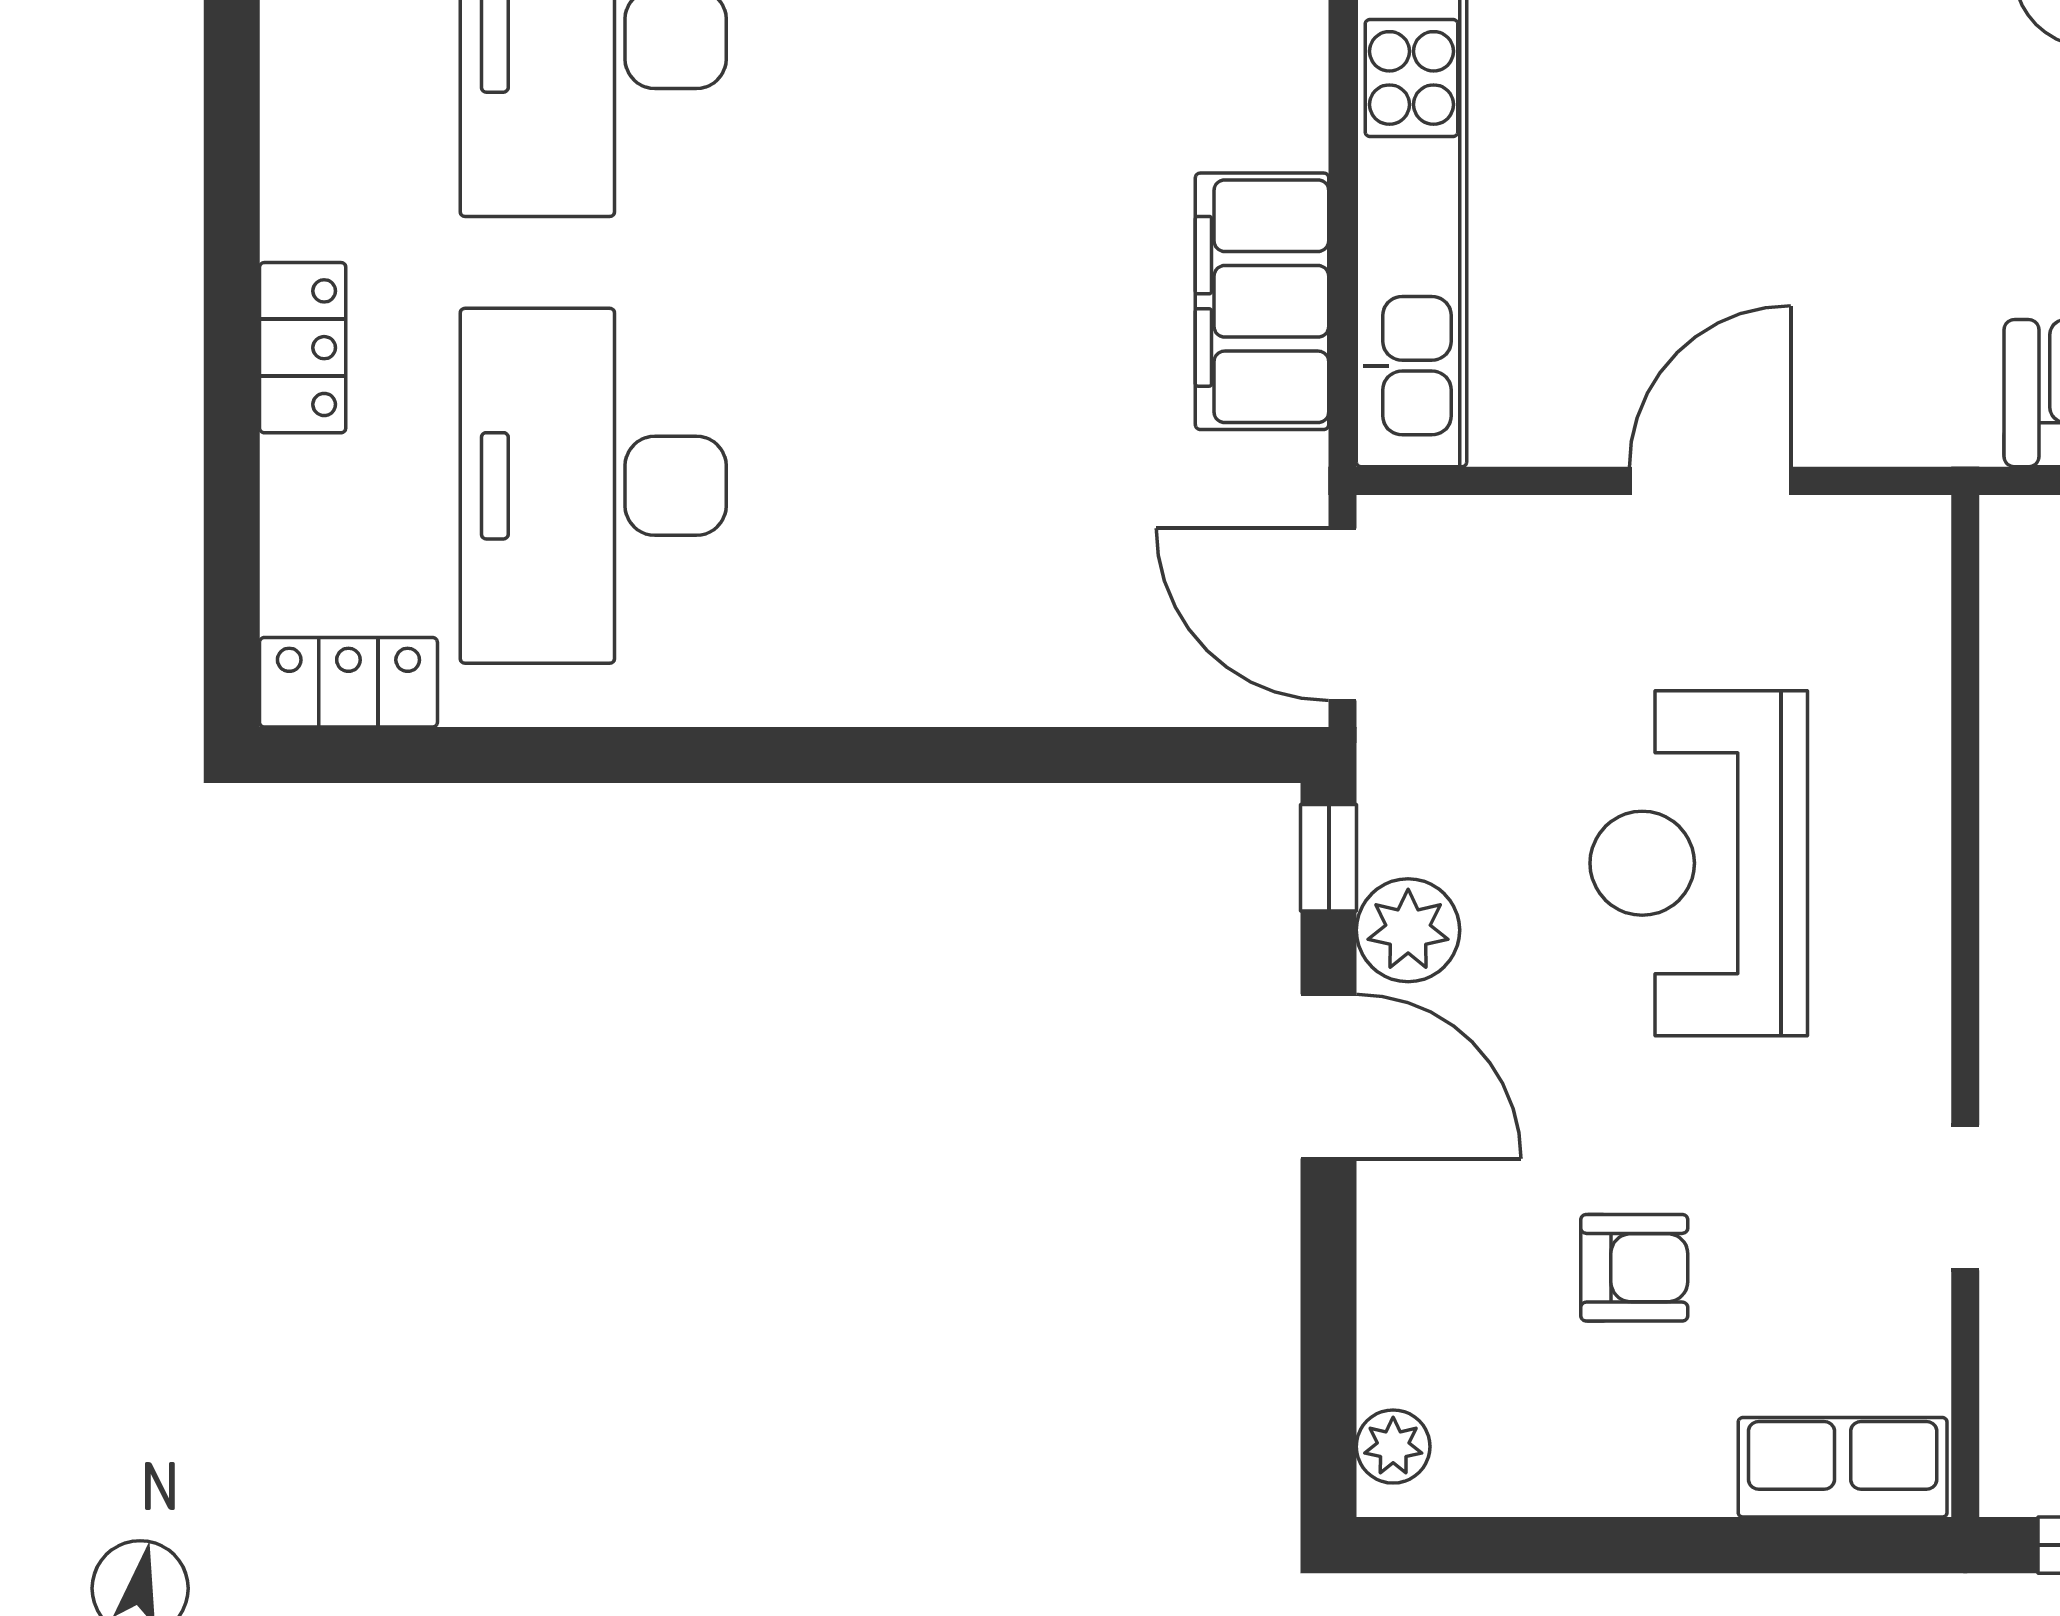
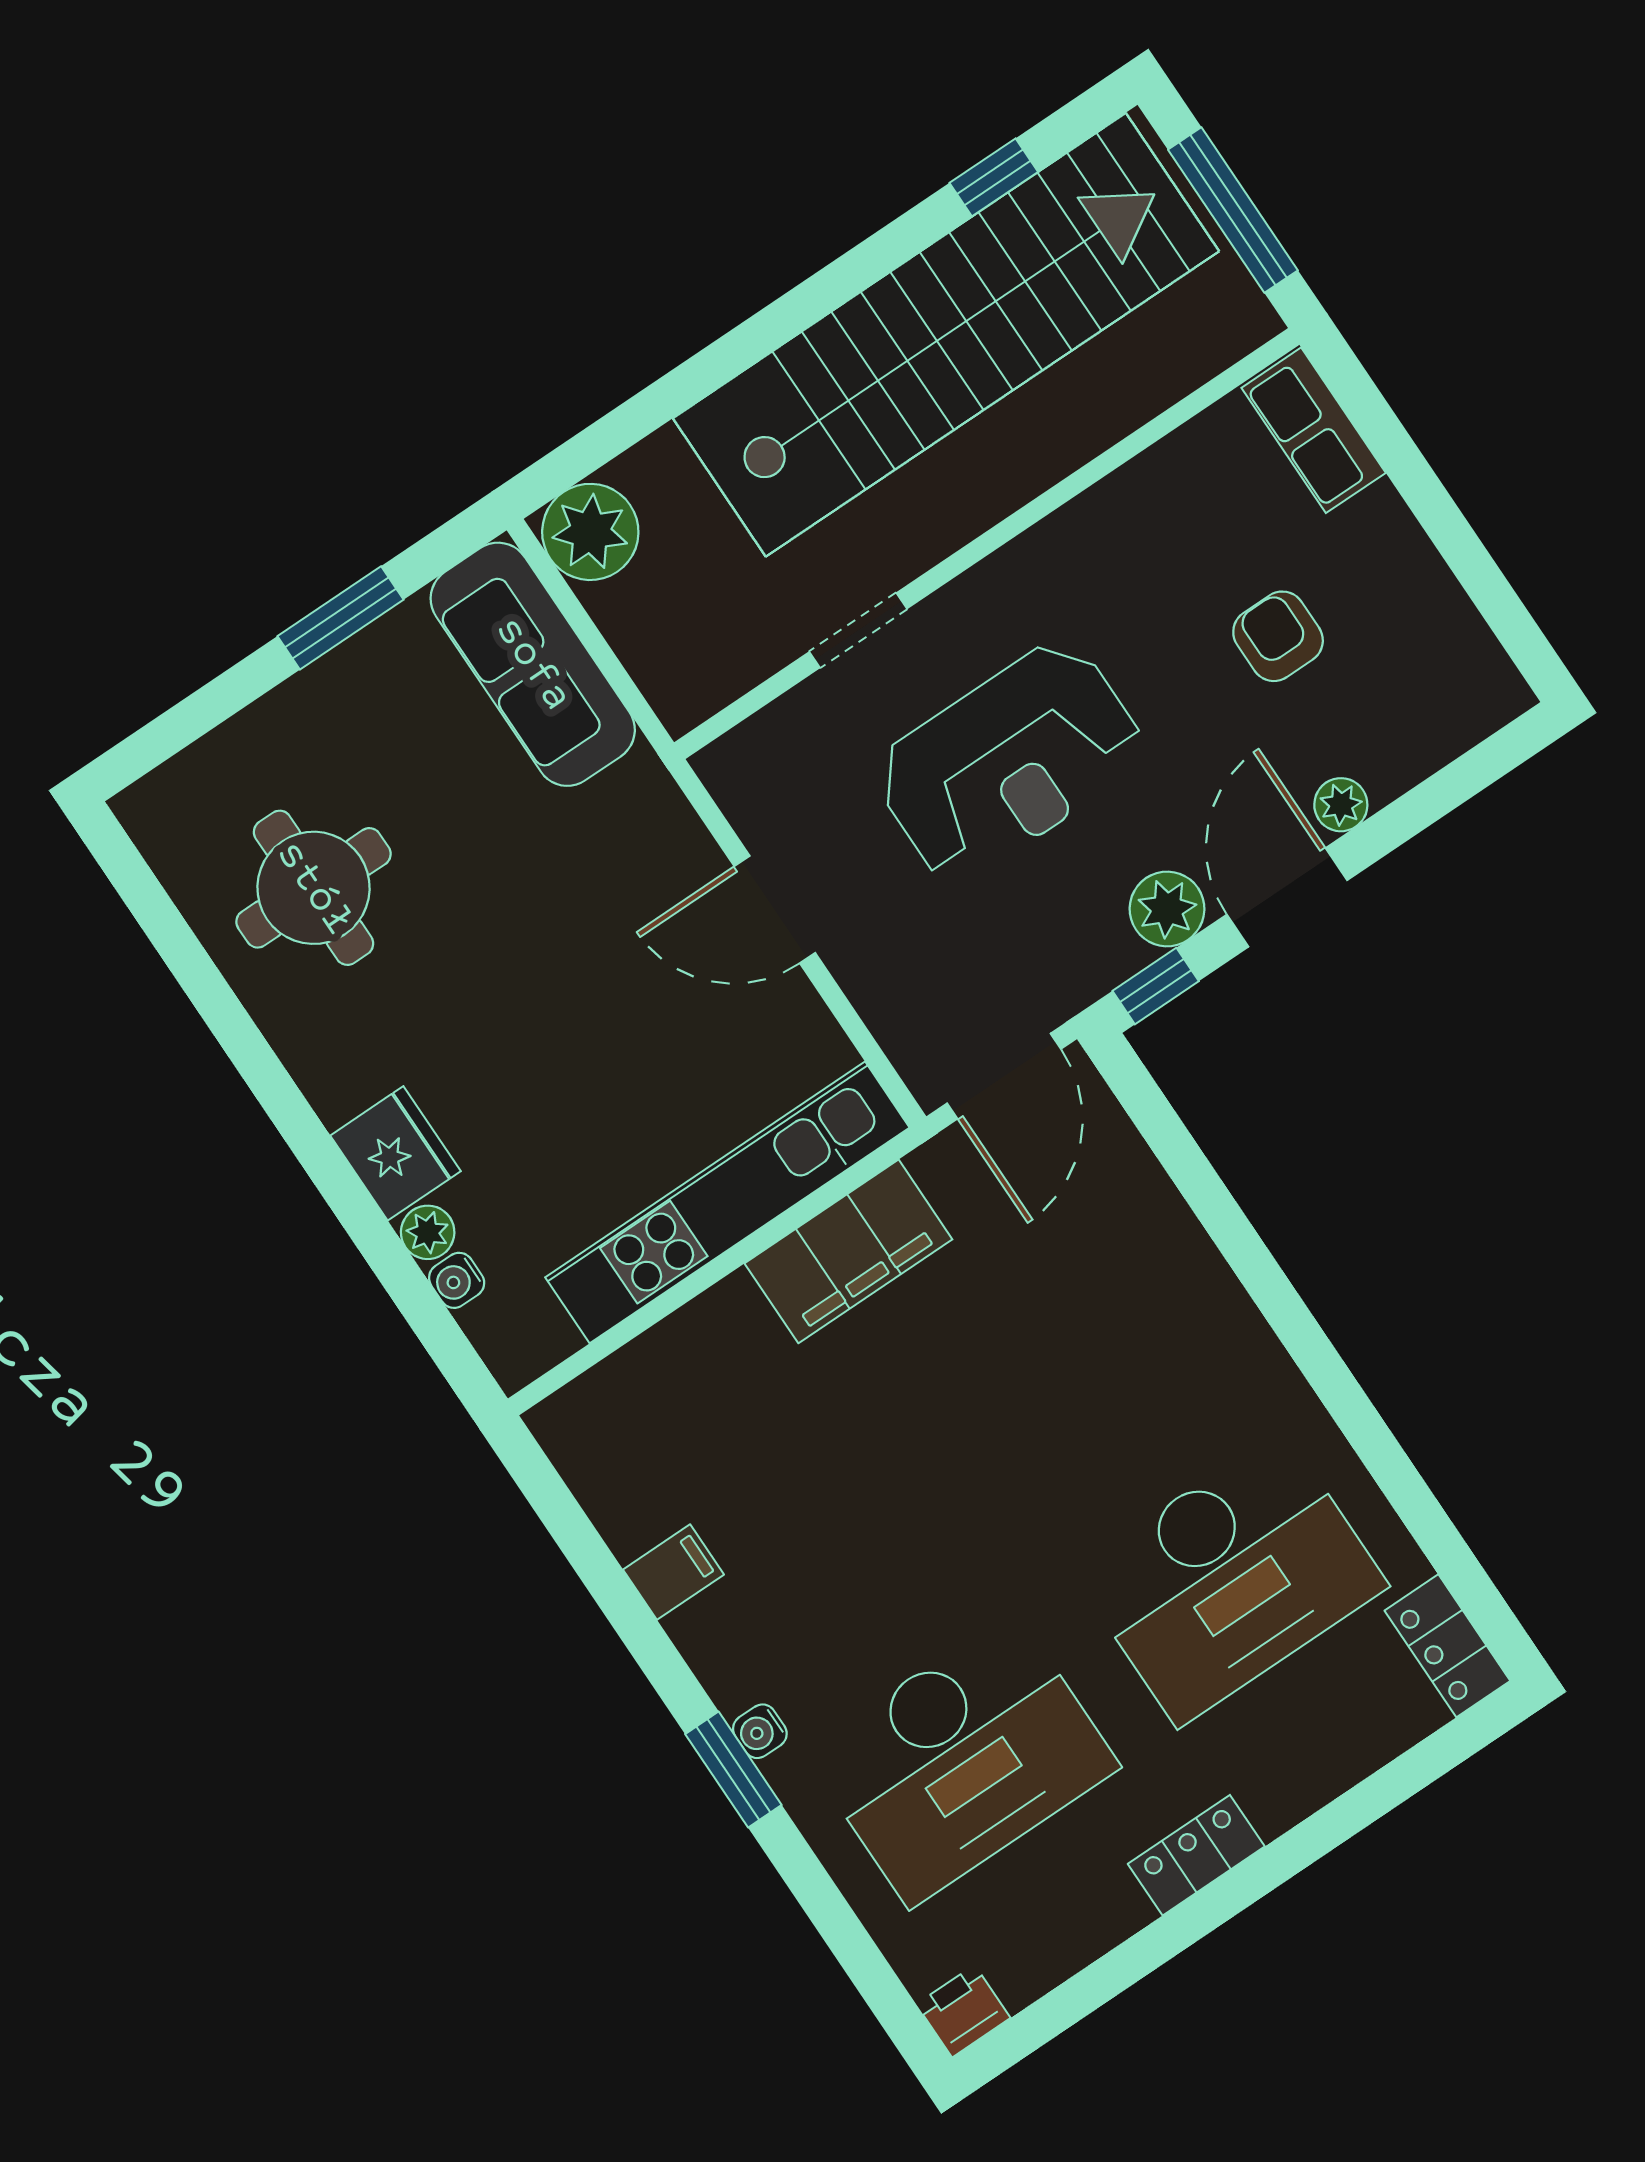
locker: (303, 348) -> (1196, 1855), moved
doorway: (1965, 1198) -> (858, 630), moved
plant: (1393, 1447) -> (1341, 805), moved

